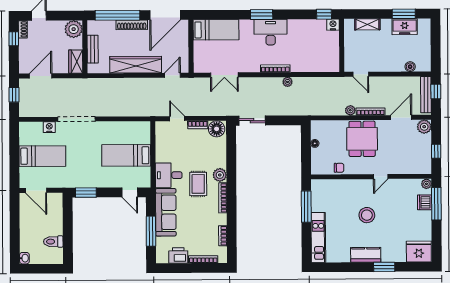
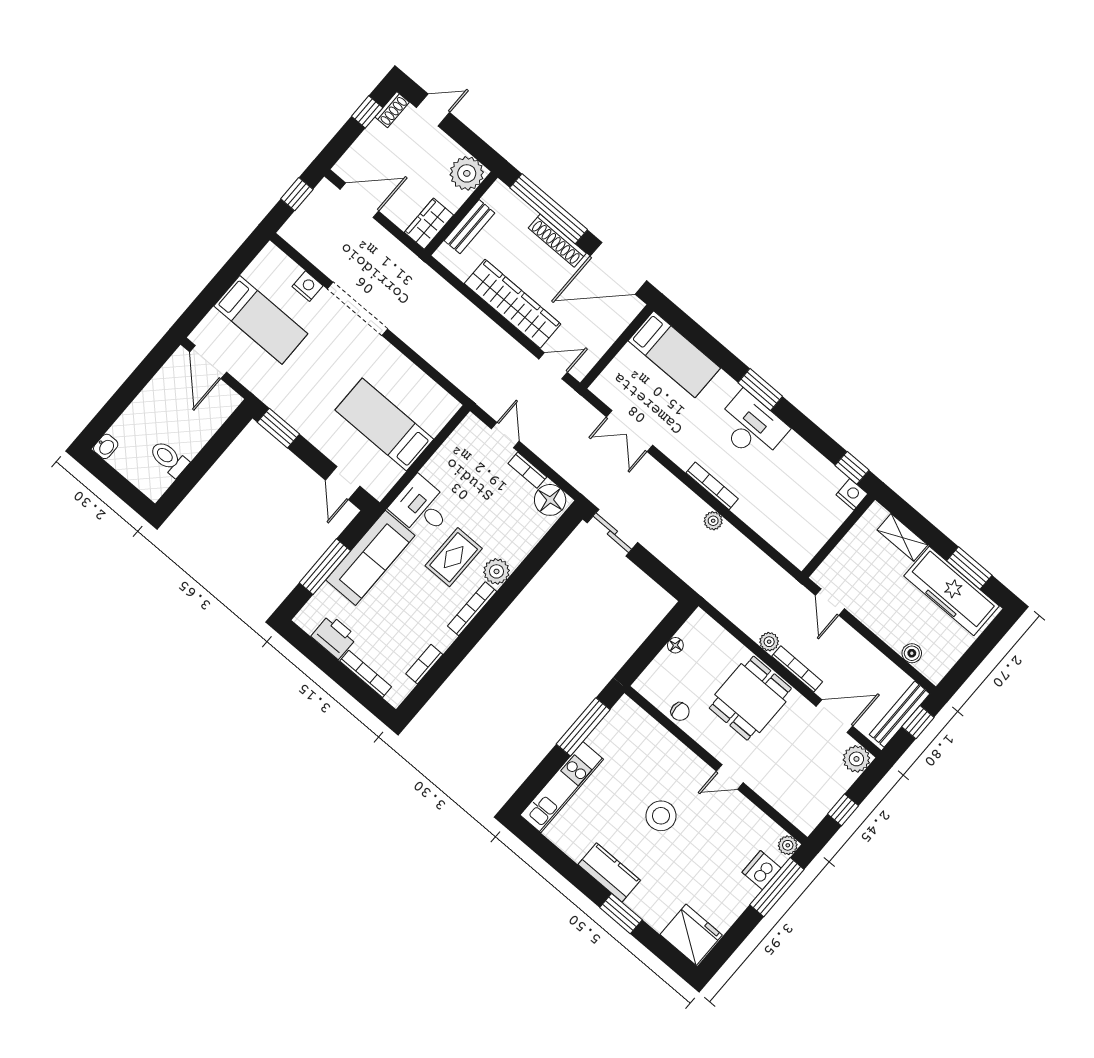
freezer: (405, 27) -> (951, 591), width x1.91, depth x1.26

